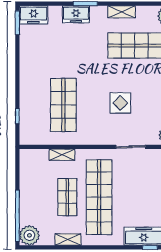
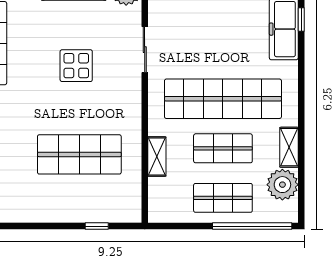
shop shelf: (35, 197) -> (223, 198), added
plant: (29, 235) -> (282, 185), moved

